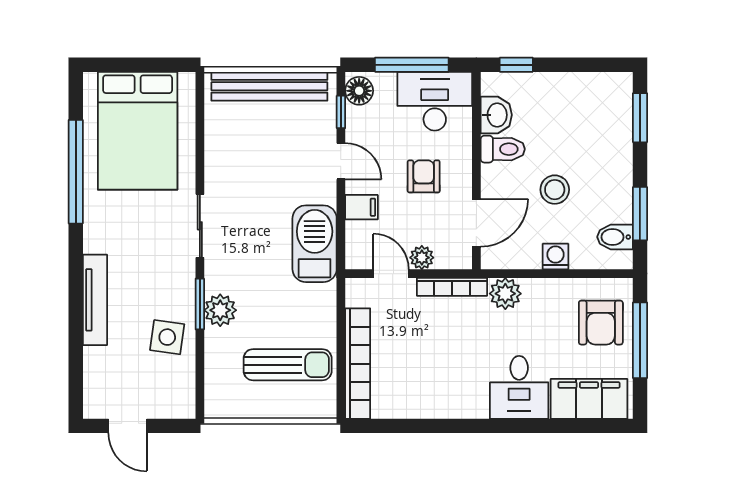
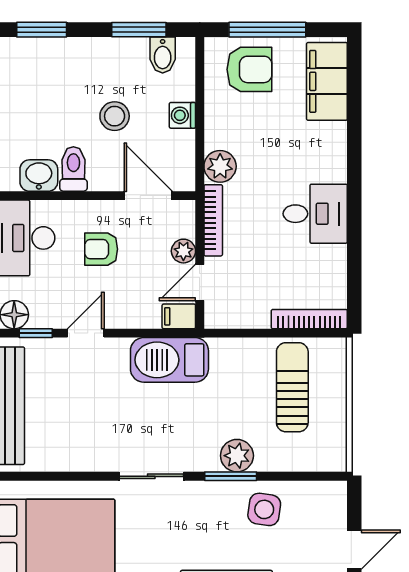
filing cabinet: (361, 207) -> (179, 316), moved, turned -90
bookcase: (358, 364) -> (309, 319), width x0.68, depth x0.76
desk: (519, 387) -> (315, 214), moved

